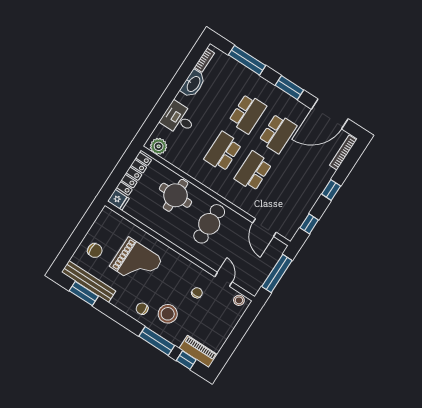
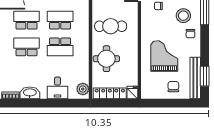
school desk: (253, 171) -> (60, 20), turned 180

